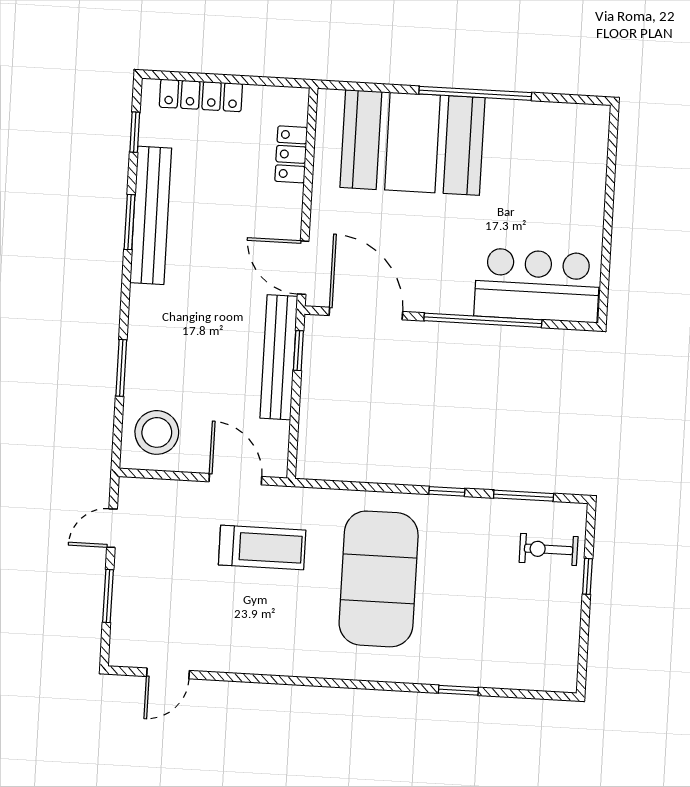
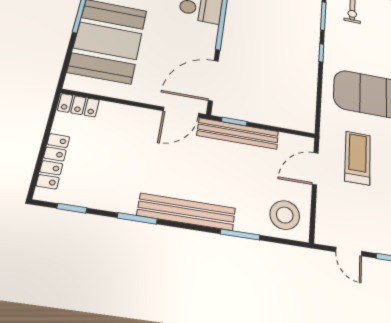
locker: (291, 154) -> (78, 105), moved
bench: (151, 215) -> (187, 212), moved

